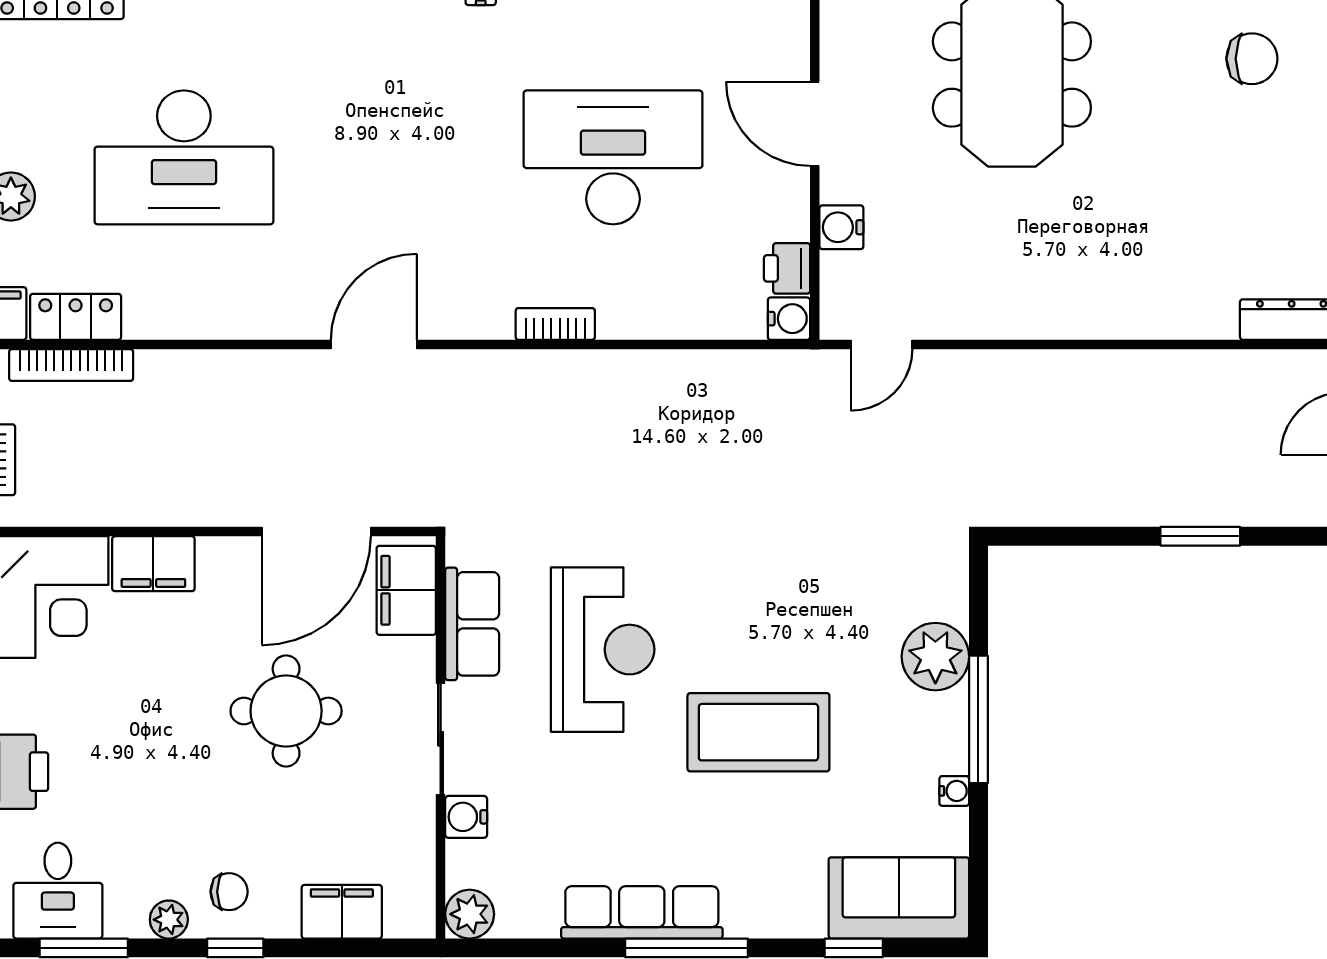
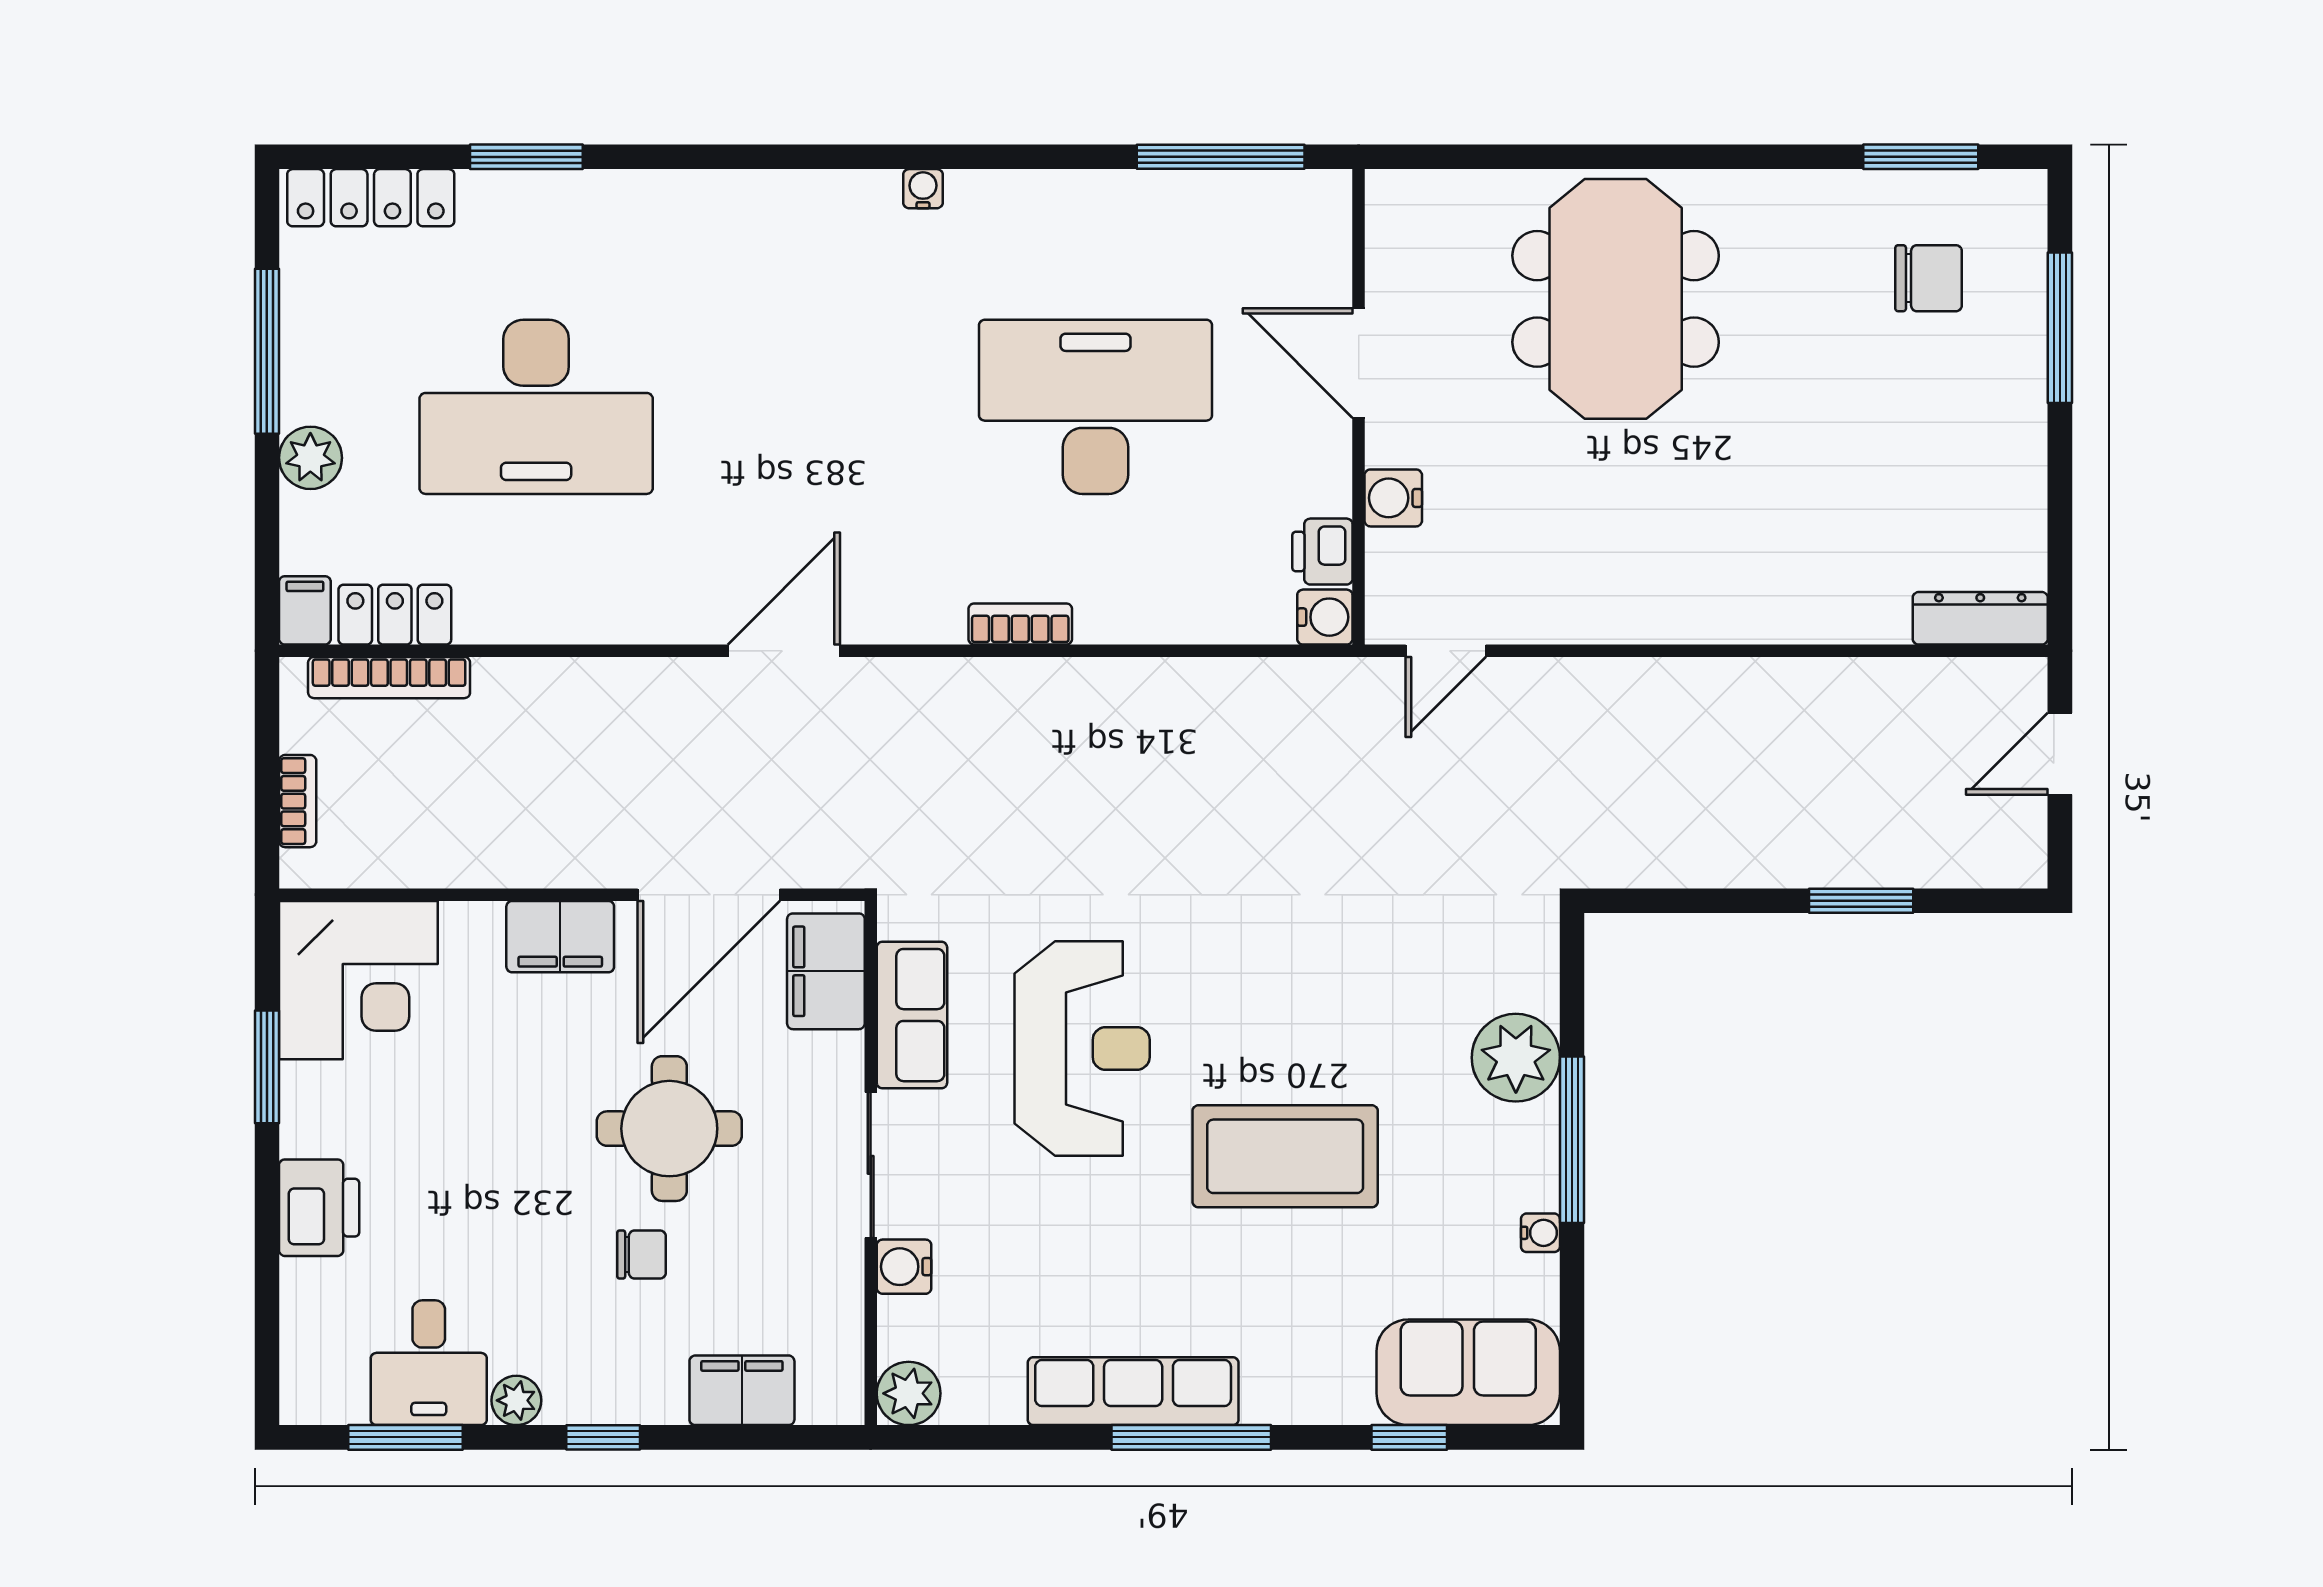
filing cabinet: (153, 564) -> (560, 937), moved
desk: (58, 891) -> (429, 1363), moved
chair: (229, 892) -> (642, 1254), moved

